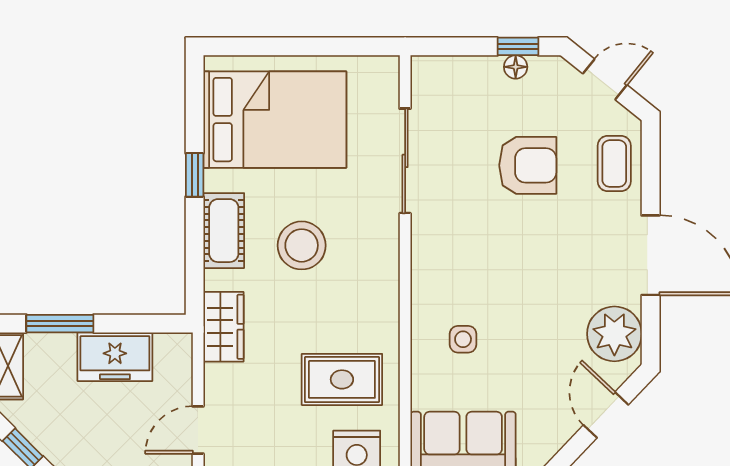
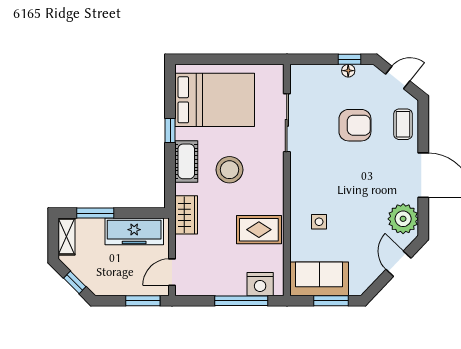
freezer: (115, 357) -> (134, 231), width x1.40
rug: (342, 379) -> (259, 230), moved

